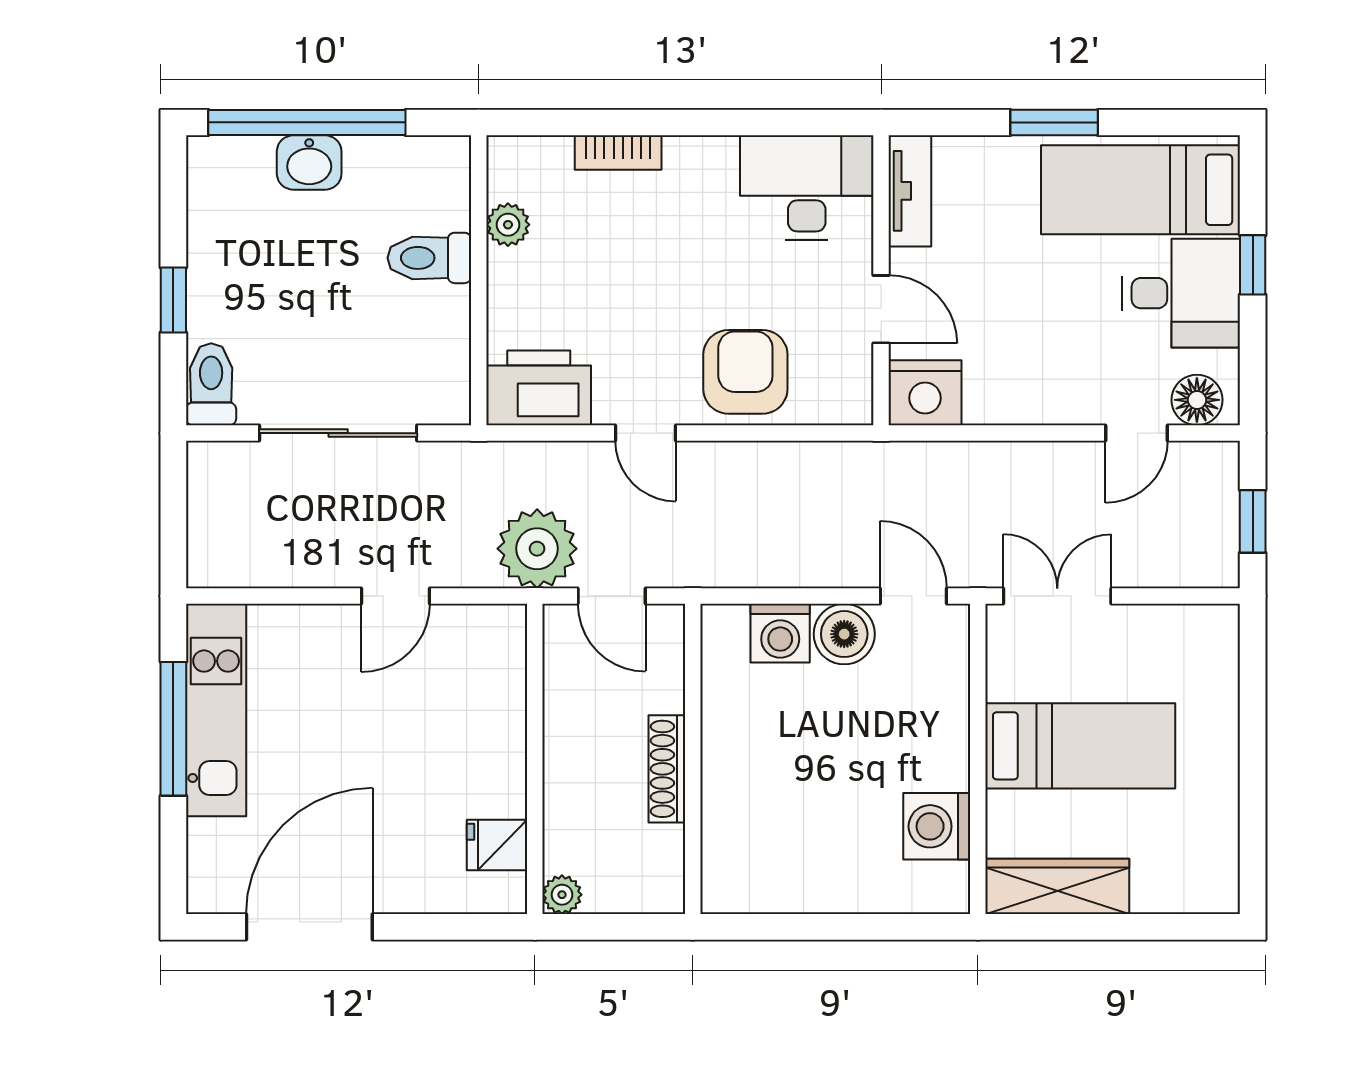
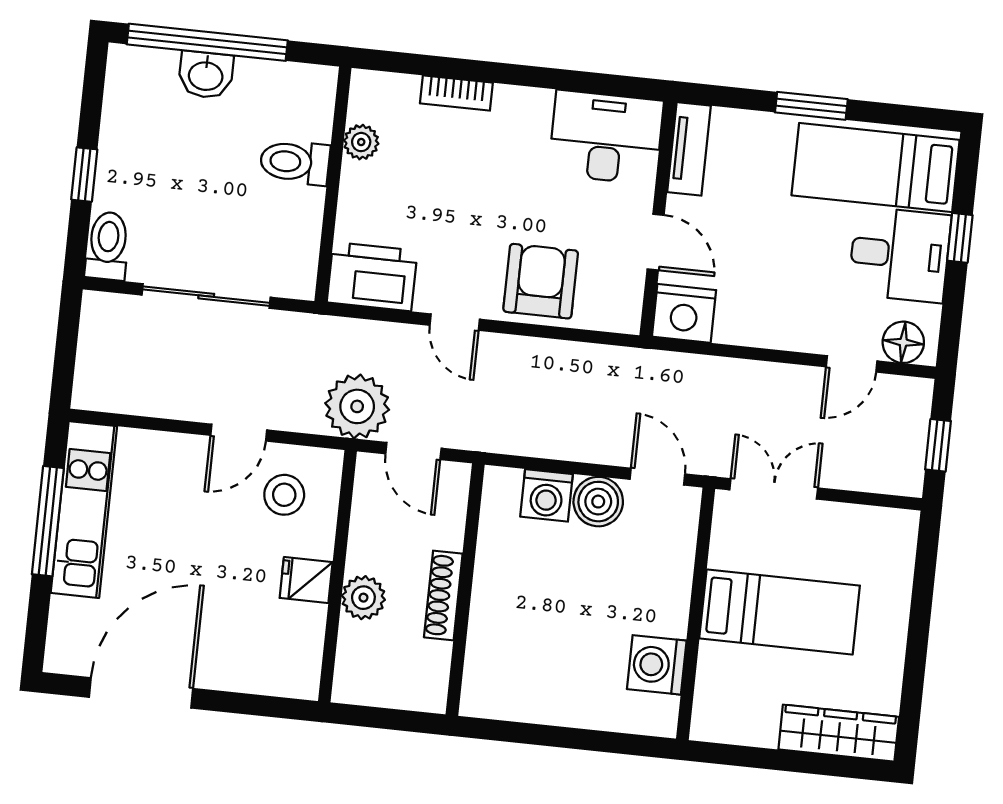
stool: (459, 666) -> (284, 495), added
fridge: (497, 845) -> (306, 580), moved
wardrobe: (1057, 886) -> (839, 733), moved
plant: (562, 895) -> (363, 598), moved, width x1.38, depth x1.38

